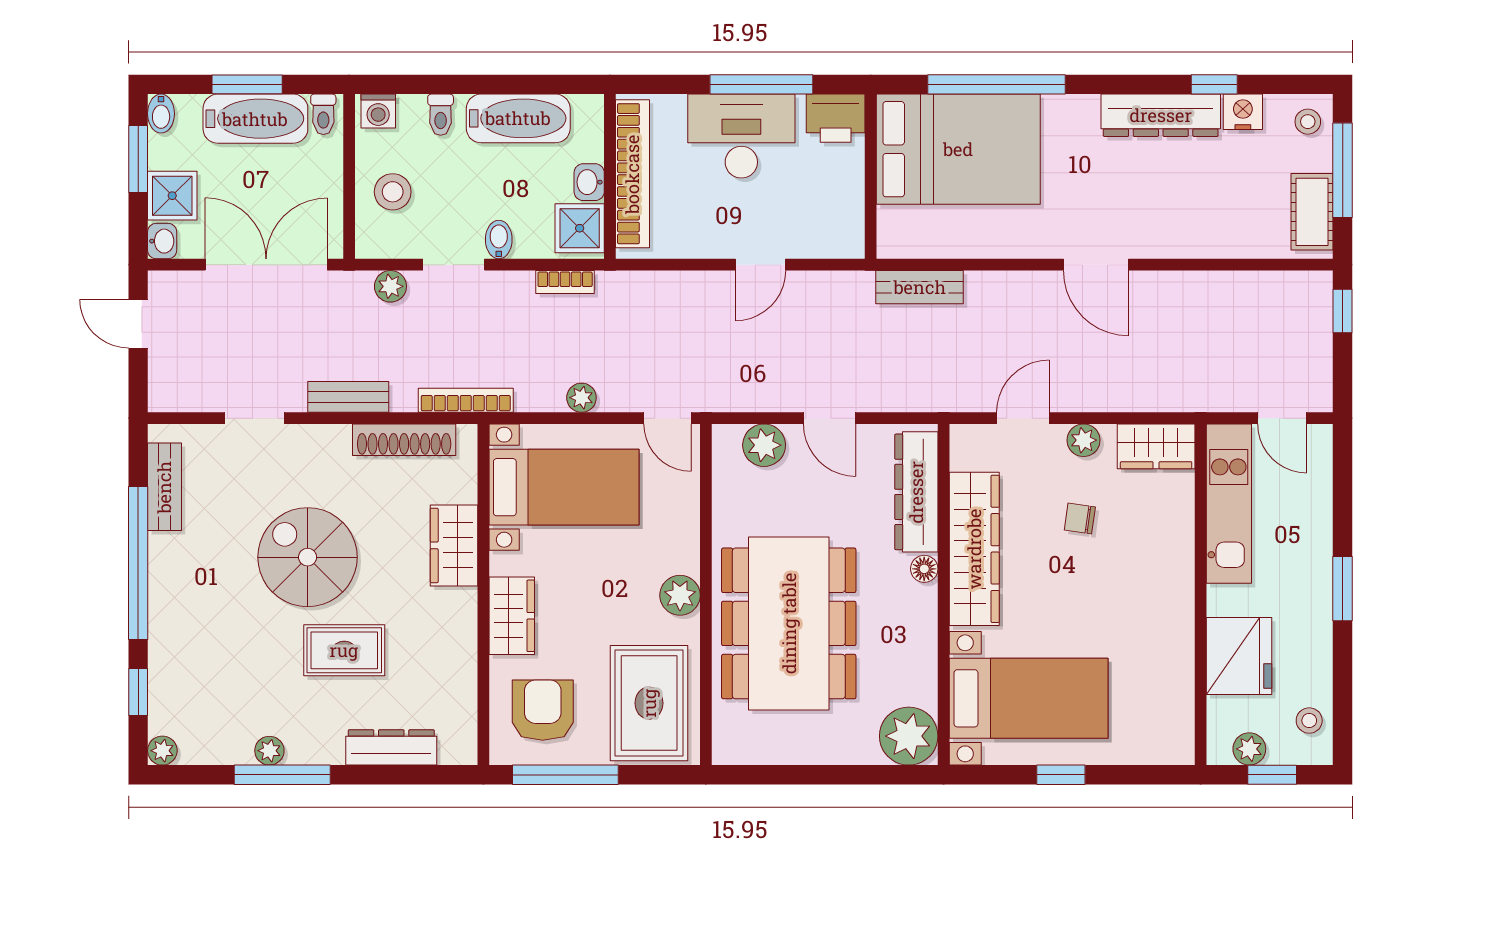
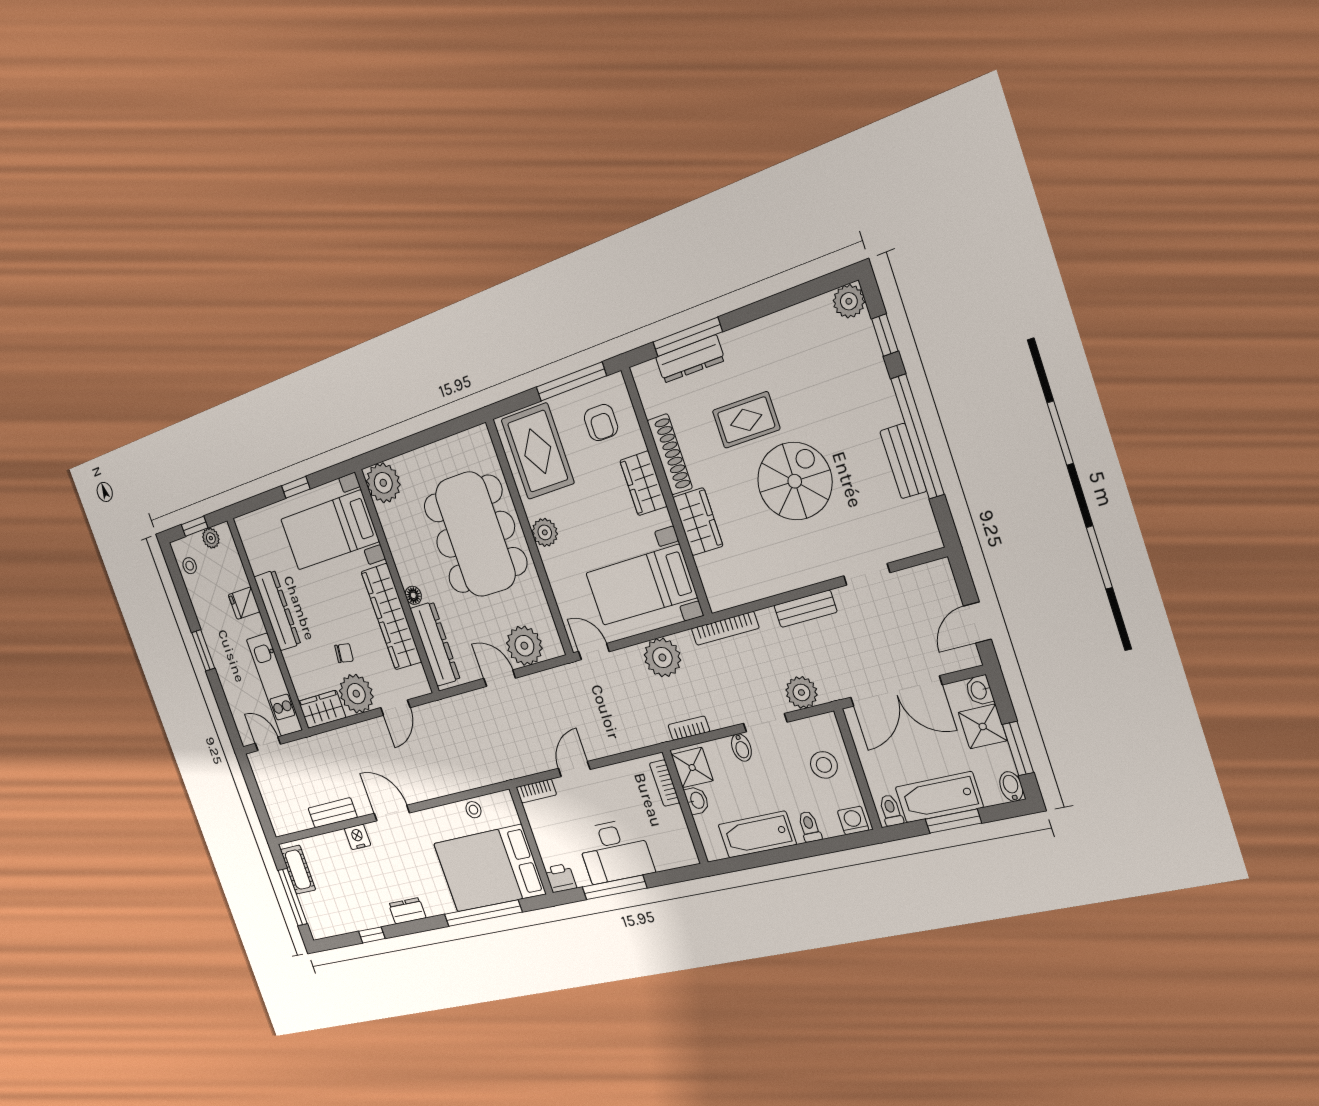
nightstand: (1243, 112) -> (358, 837), moved, turned 180
dresser: (1161, 115) -> (407, 911), width x0.51, depth x0.80
printer: (836, 118) -> (561, 878), width x0.73, depth x0.81
stool: (1308, 122) -> (473, 810), moved
bookcase: (632, 174) -> (665, 783), width x0.43, depth x0.76
bookcase: (834, 246) -> (536, 791), added
plant: (390, 286) -> (801, 692), width x1.38, depth x1.38
bench: (920, 287) -> (333, 813), moved
window: (1343, 311) -> (263, 815), removed
door: (138, 324) -> (977, 623), swing flipped
plant: (581, 398) -> (662, 658), width x1.88, depth x1.88
shoe rack: (404, 440) -> (670, 454), moved, turned 90
plant: (1084, 440) -> (356, 694), width x1.87, depth x1.87
plant: (764, 445) -> (524, 646), width x1.36, depth x1.36
bench: (164, 487) -> (903, 461), moved
spiral stairs: (308, 557) -> (795, 481), turned -90
dresser: (1173, 611) -> (277, 610), added
fridge: (1239, 656) -> (244, 603), width x0.53, depth x0.75
armchair: (543, 710) -> (601, 423), width x0.72, depth x0.72
plant: (162, 751) -> (849, 301), width x1.38, depth x1.38
plant: (269, 751) -> (773, 325), removed
window: (282, 775) -> (687, 337), moved

